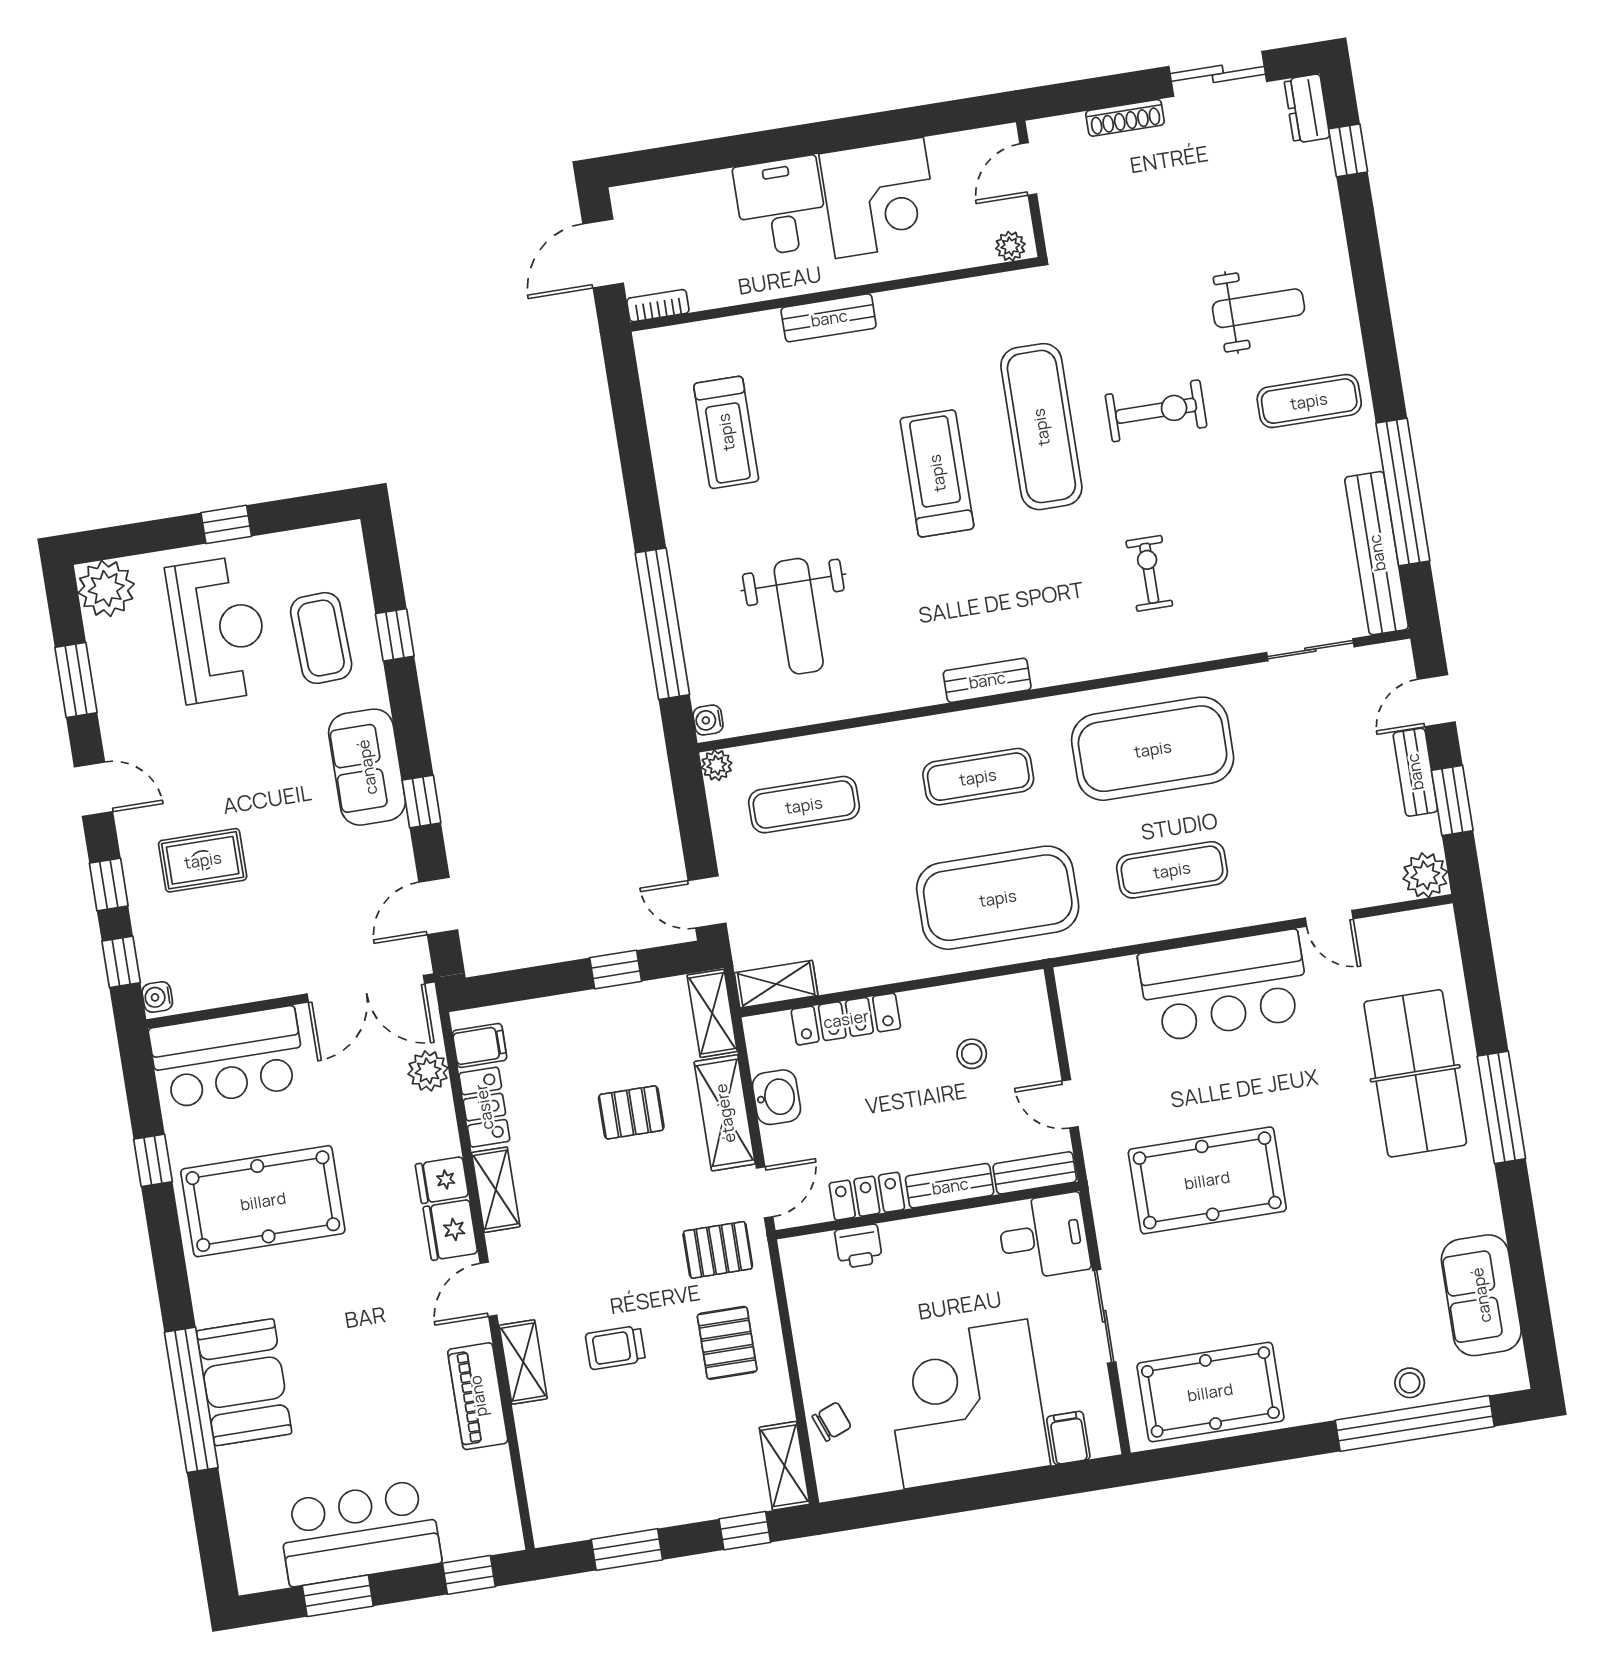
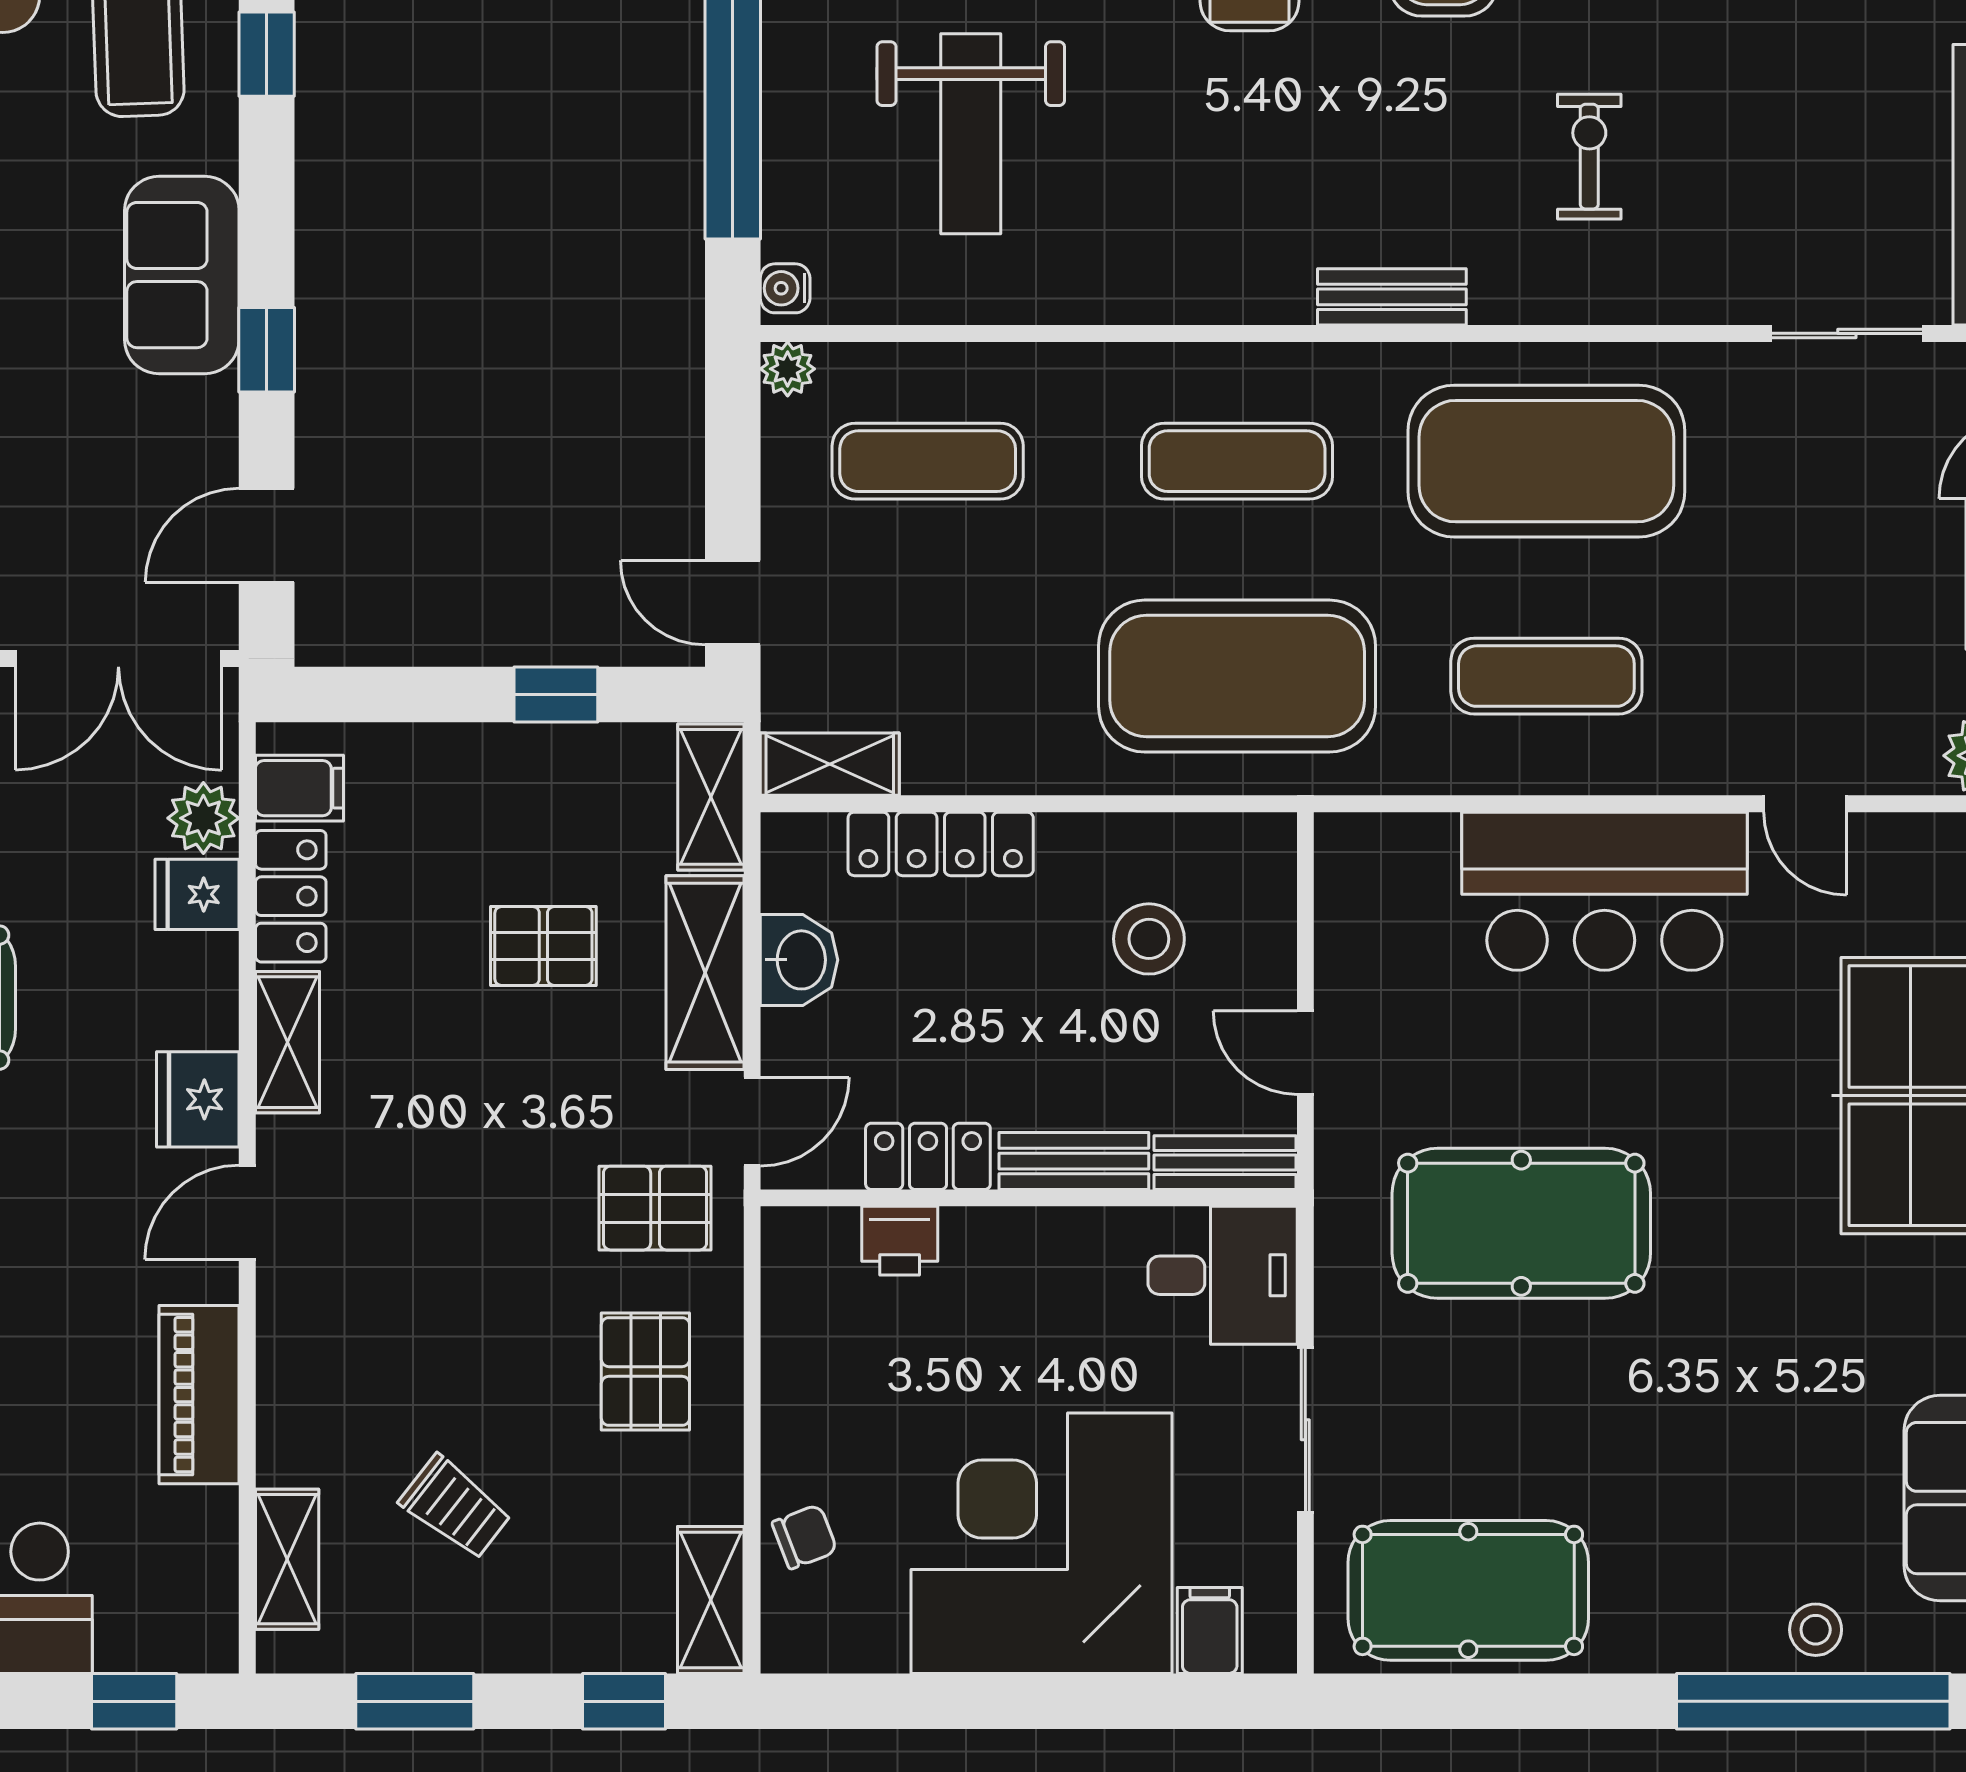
bench: (987, 680) -> (1392, 297), moved
stool: (972, 1054) -> (1149, 939), width x1.37, depth x1.37
fridge: (442, 1180) -> (197, 894), moved
trolley: (615, 1347) -> (455, 1507), moved, turned -142
shelving: (523, 1362) -> (287, 1559), moved

